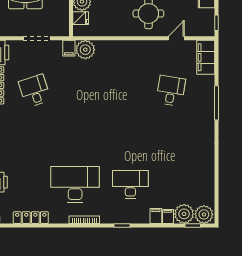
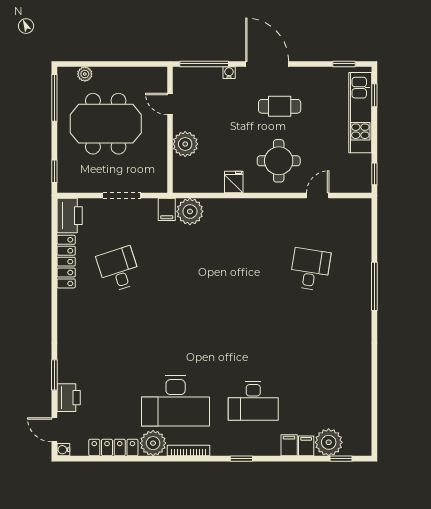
fridge: (81, 18) -> (234, 182), moved, turned -90
filing cabinet: (206, 57) -> (359, 222), removed
desk: (75, 184) -> (176, 401), turned 180
desk: (130, 184) -> (253, 401), turned 180
plant: (204, 214) -> (153, 443), moved

